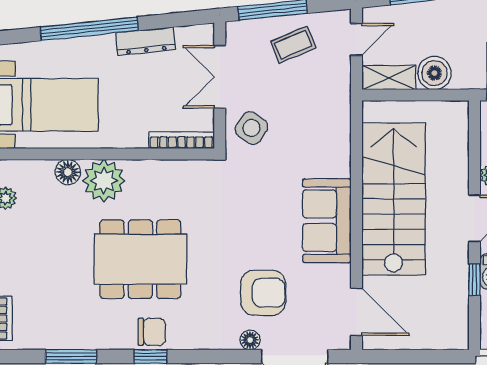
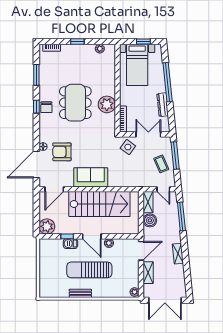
floor lamp: (68, 172) -> (110, 74), removed
plant: (104, 181) -> (107, 104), moved
armchair: (263, 293) -> (62, 152), turned 90
plant: (450, 330) -> (47, 226), added

